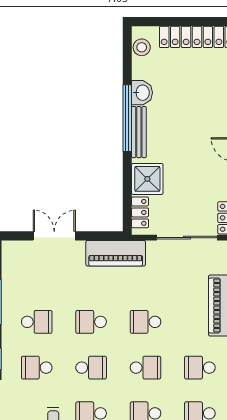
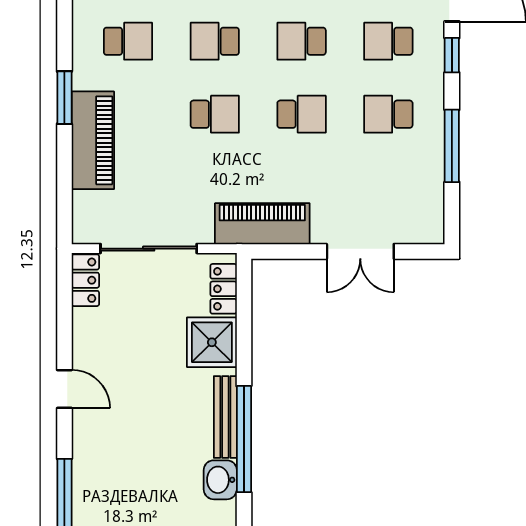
school desk: (37, 368) -> (388, 41), turned 180

